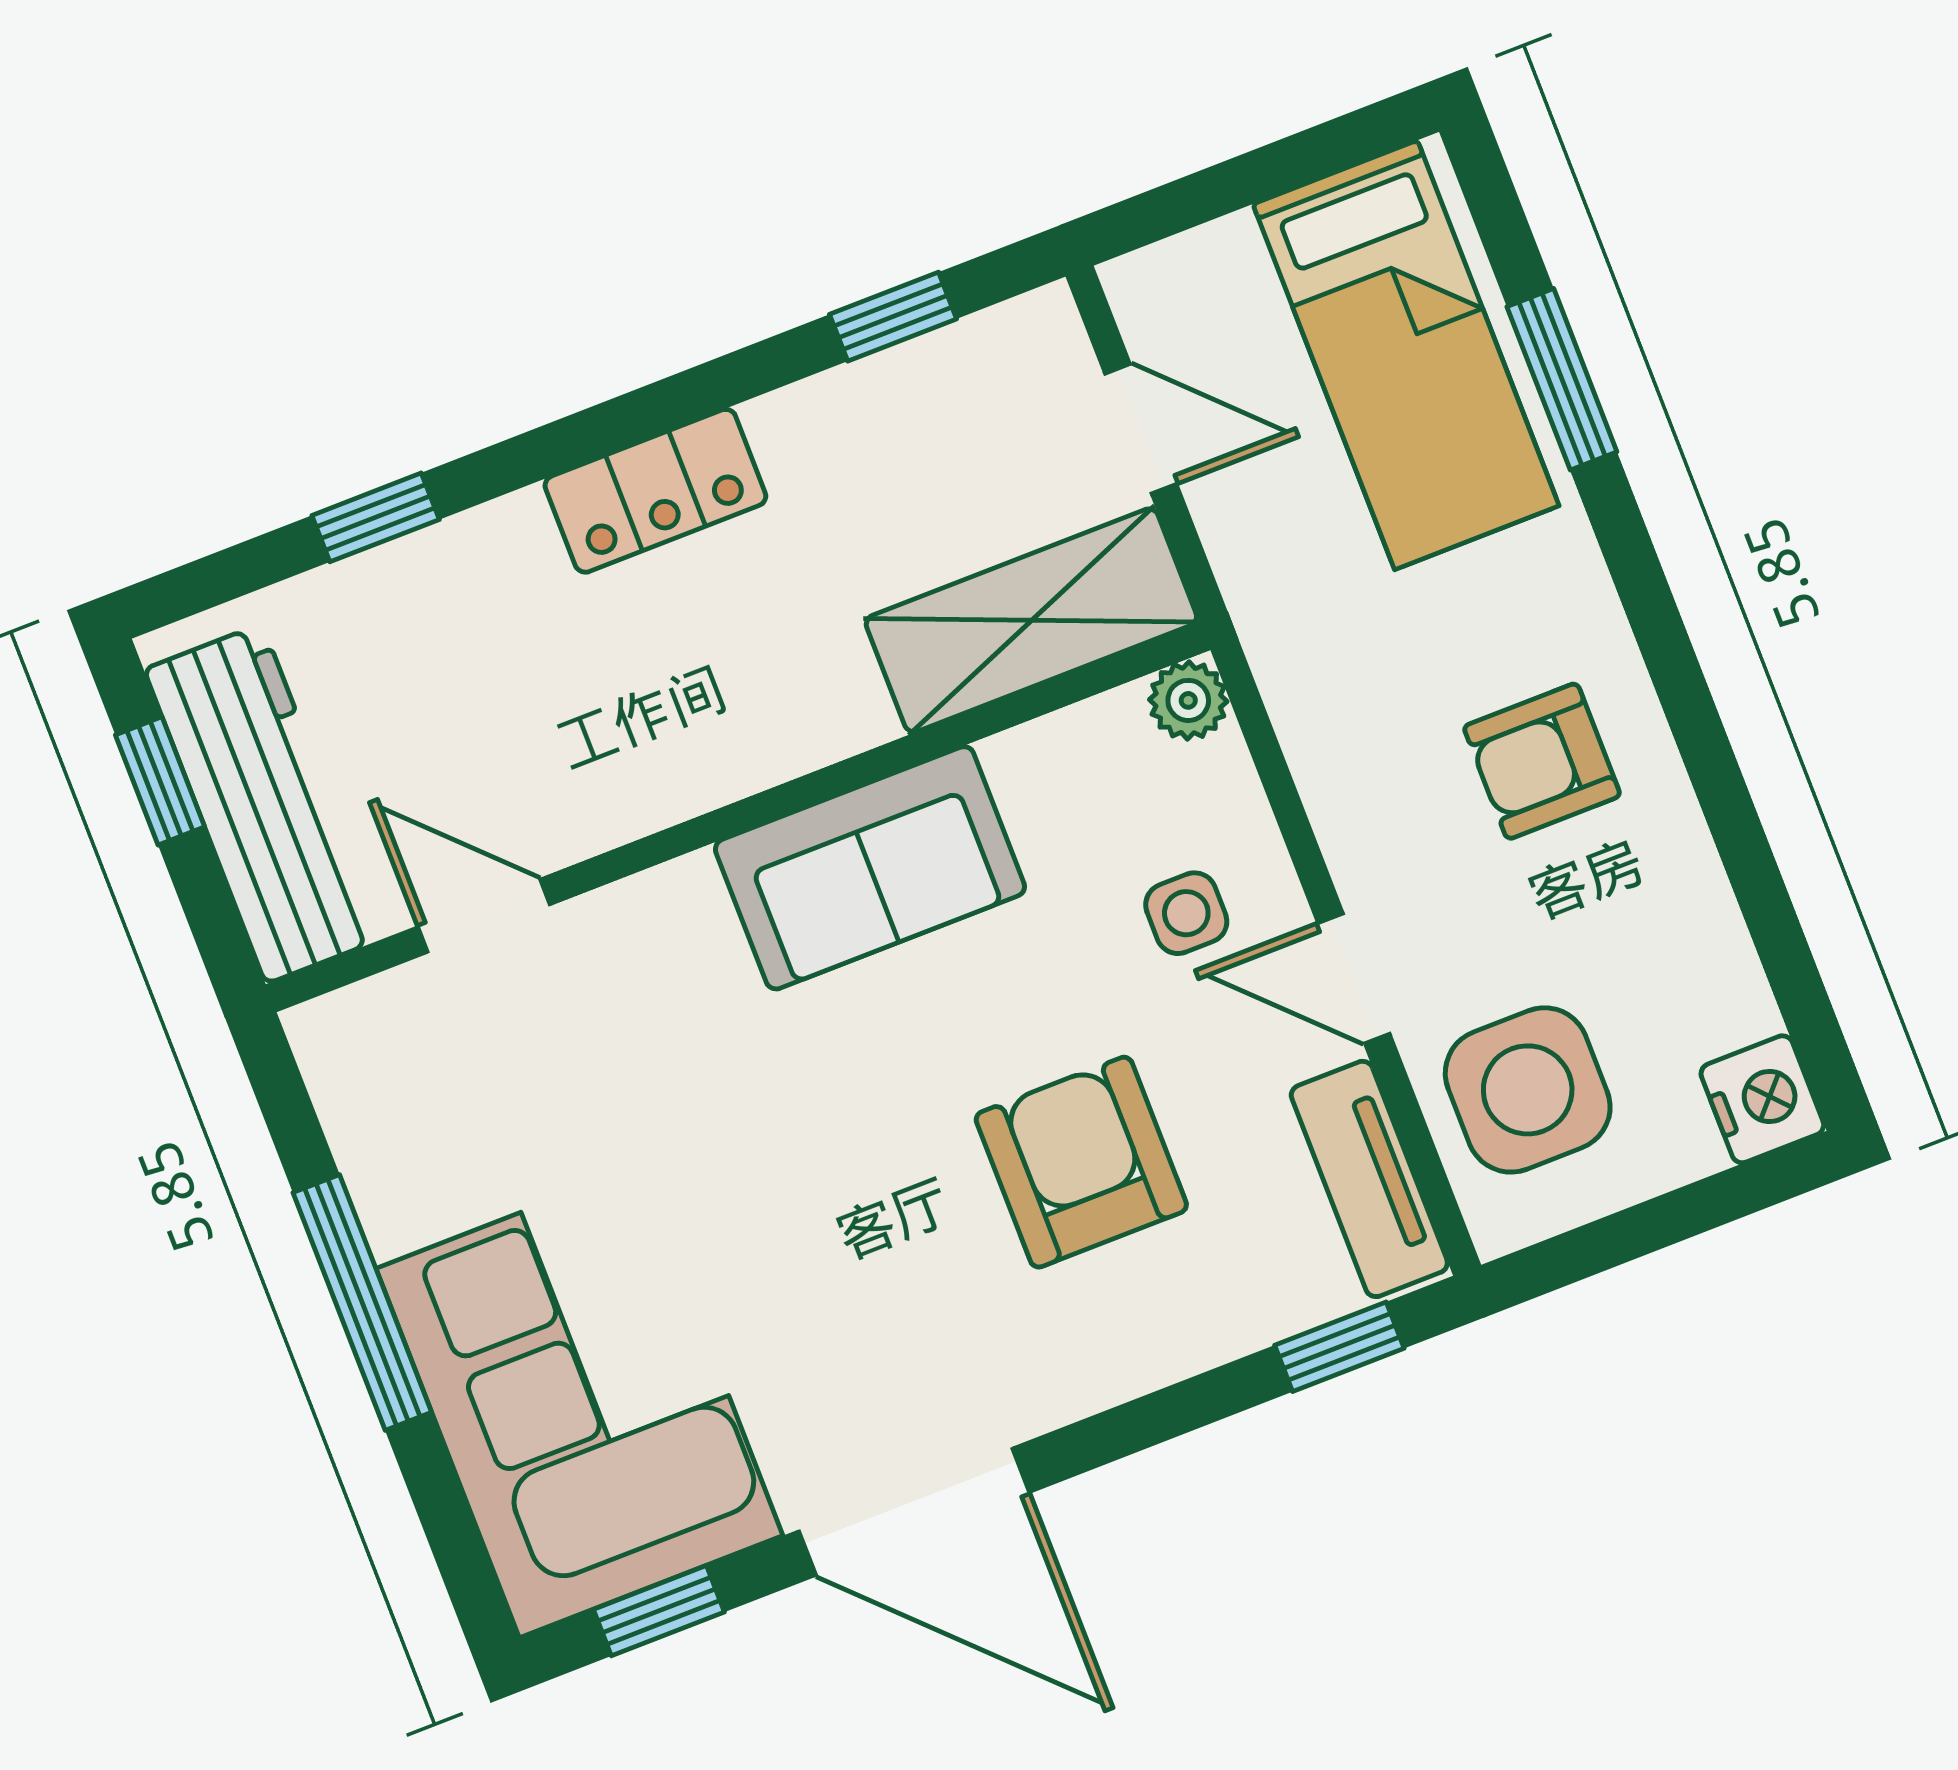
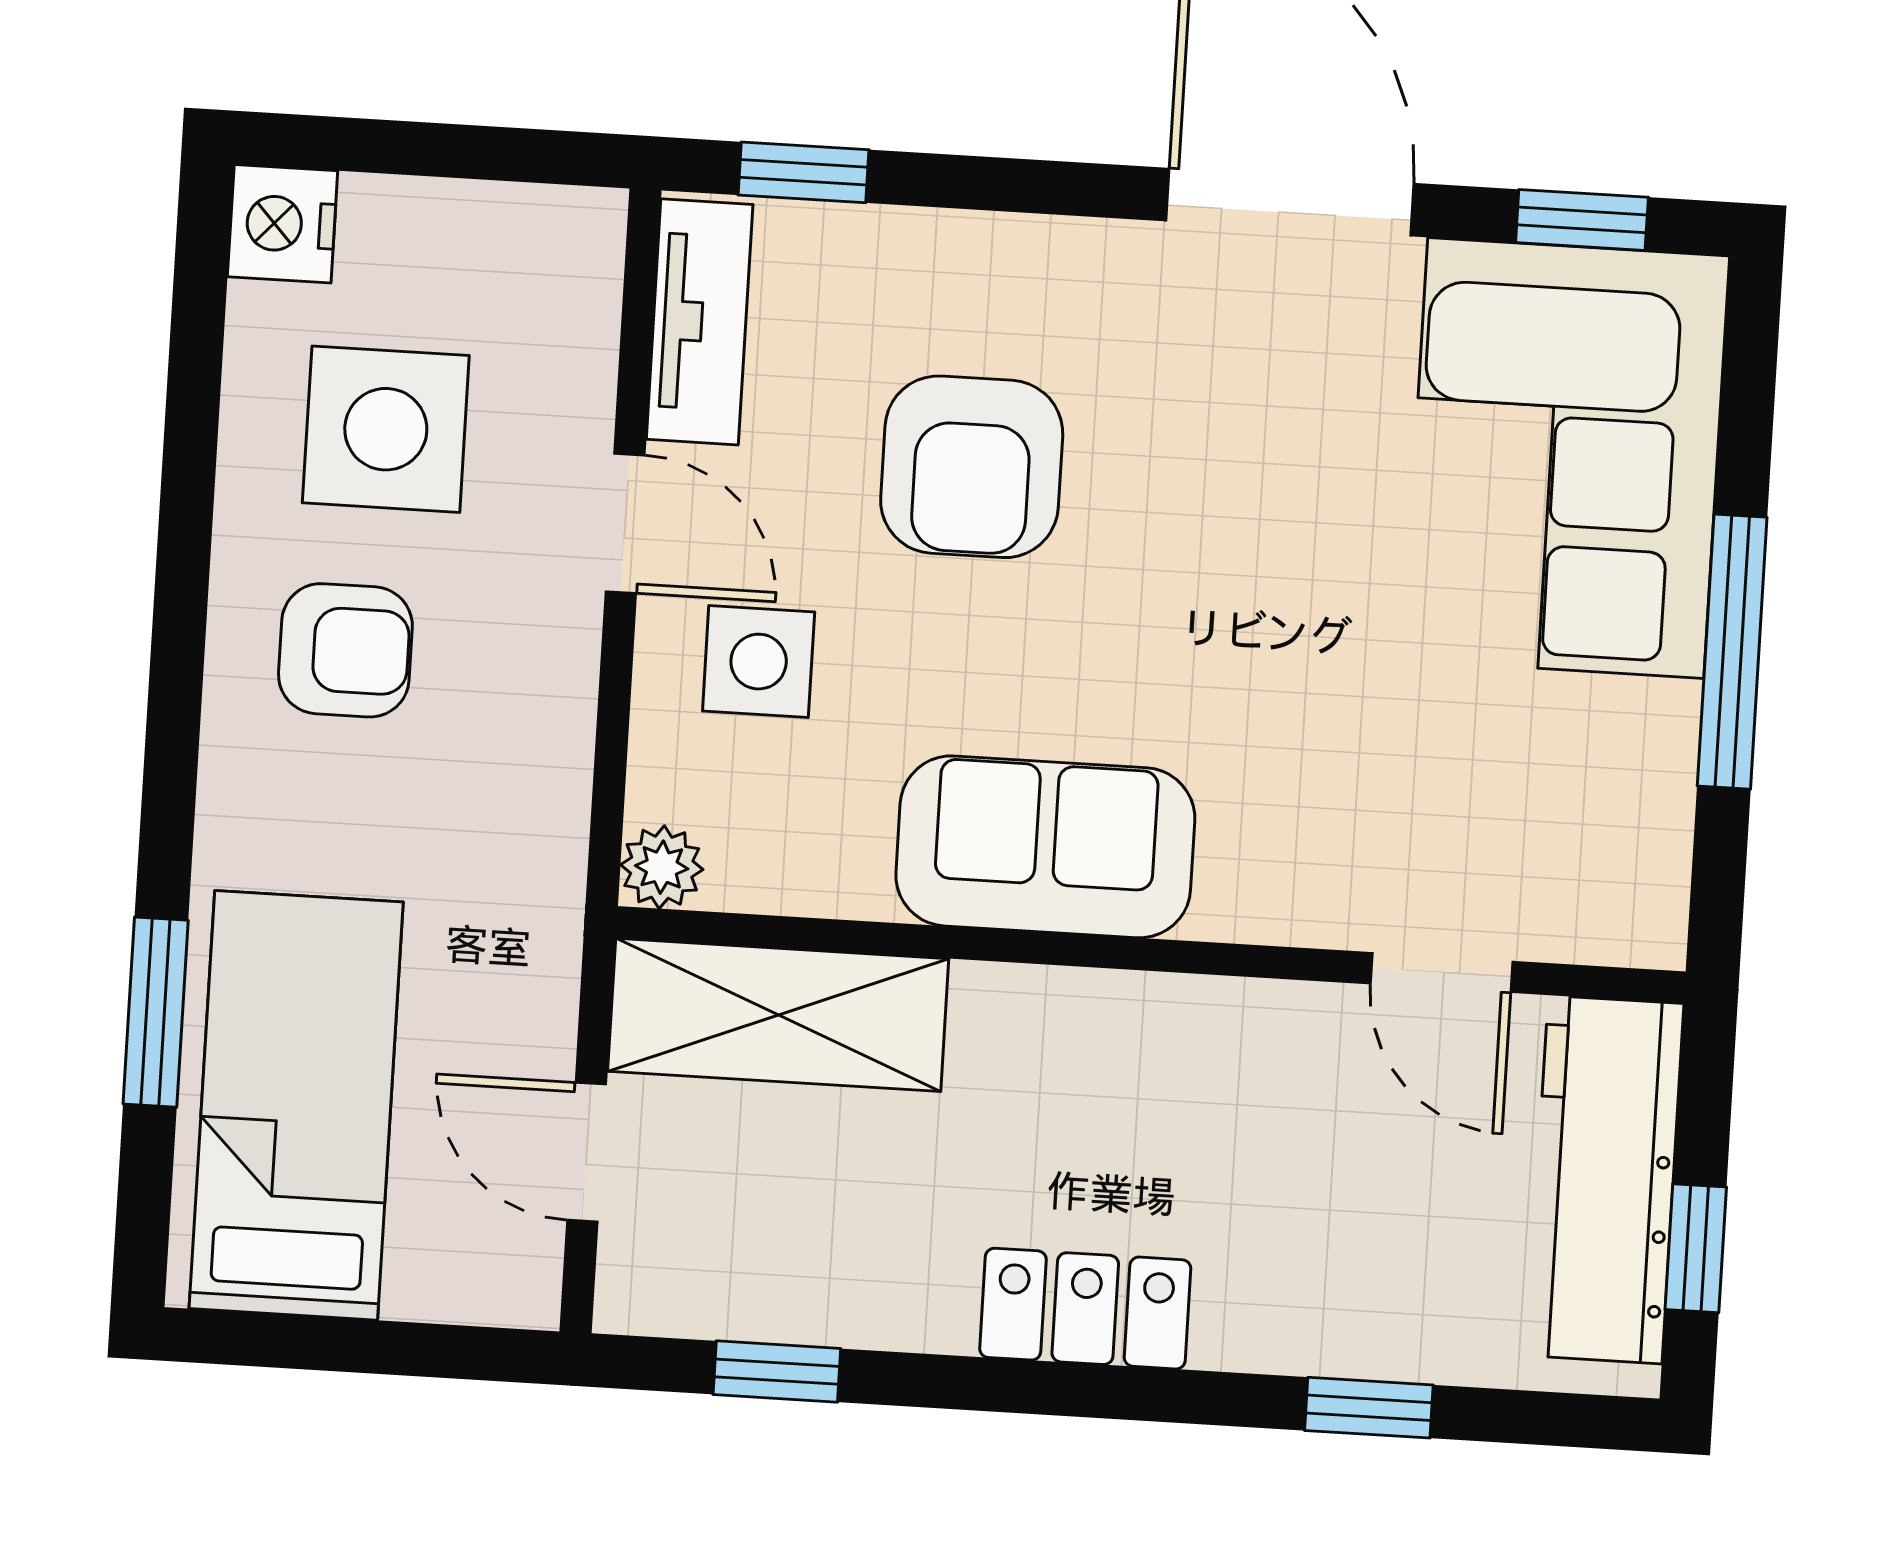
side table: (1186, 913) -> (759, 662), width x1.37, depth x1.37
side table: (1528, 1090) -> (386, 429), moved

